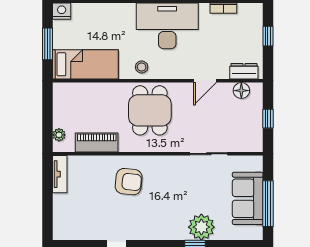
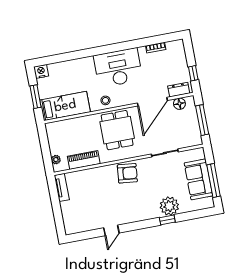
window: (268, 36) -> (193, 73), moved
door: (205, 81) -> (152, 102), width x1.87
window: (268, 119) -> (202, 120), width x2.17
armchair: (129, 182) -> (127, 173), moved

